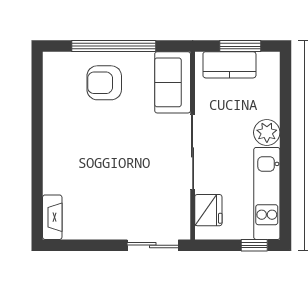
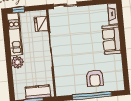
sofa: (173, 82) -> (112, 40), moved, turned 180
armchair: (104, 83) -> (95, 78), turned 90

